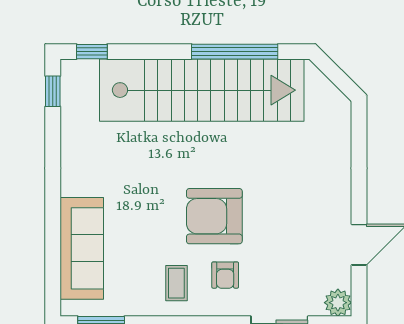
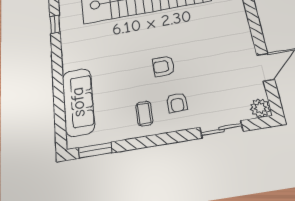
window: (53, 91) -> (55, 24), moved
armchair: (214, 216) -> (164, 66), width x0.53, depth x0.53

